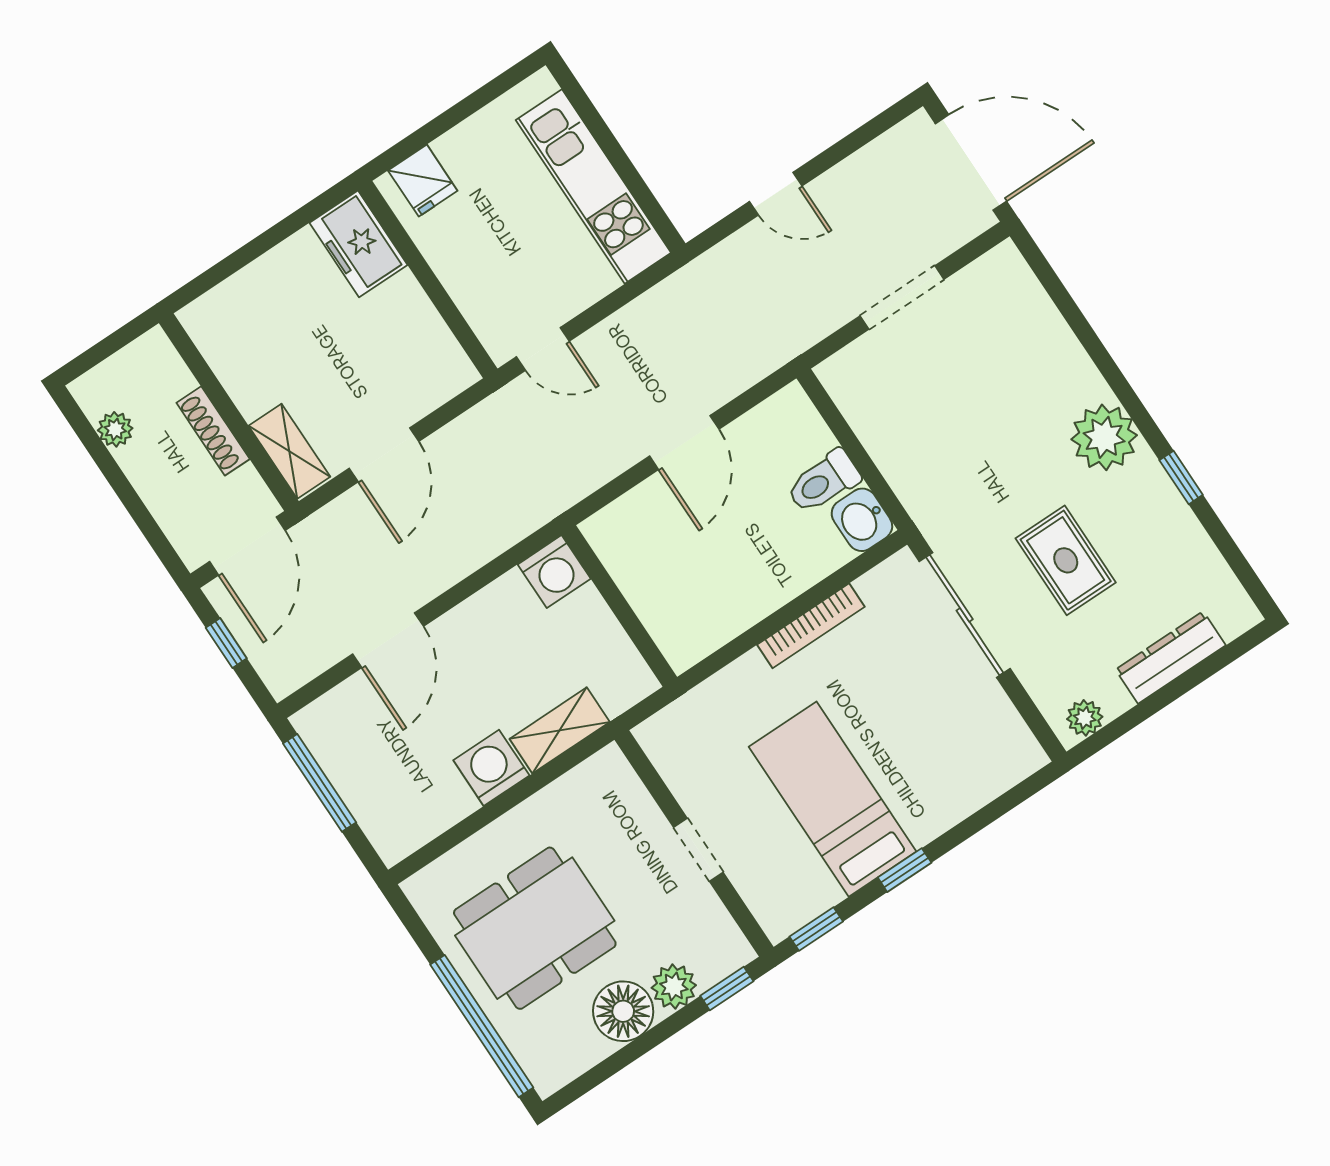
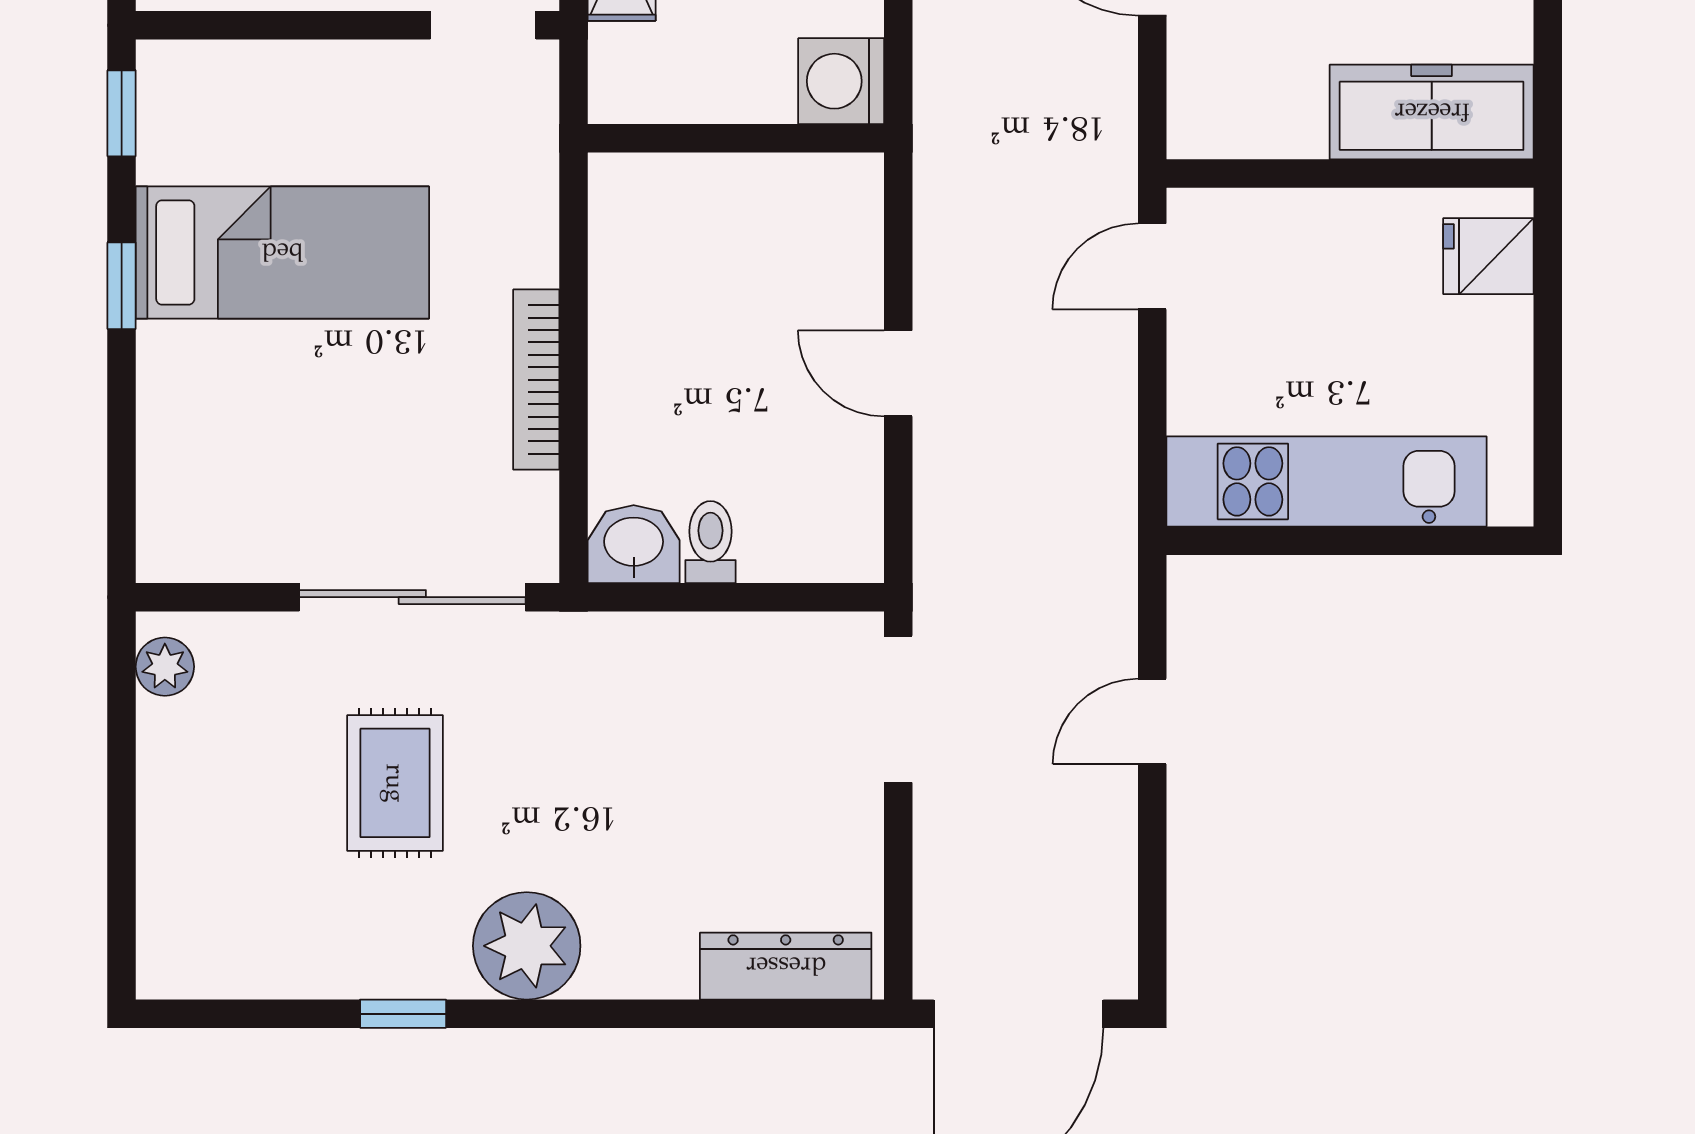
freezer: (358, 244) -> (1432, 112), width x1.40
doorway: (902, 297) -> (898, 709), moved
door: (684, 443) -> (898, 373), width x0.73
toilet: (823, 482) -> (711, 542), width x0.73, depth x0.72
rug: (1066, 560) -> (395, 783), turned 90
dresser: (1170, 657) -> (786, 966), moved, turned -90
doorway: (698, 850) -> (483, 25), moved

